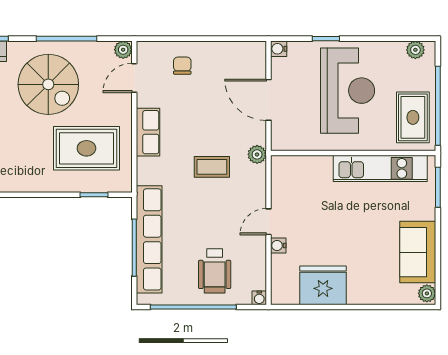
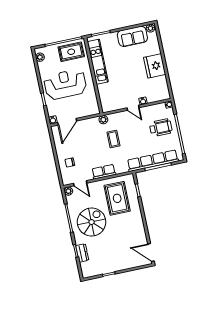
door: (268, 100) -> (67, 122), moved
fridge: (323, 285) -> (155, 66), moved

